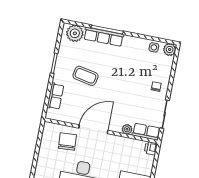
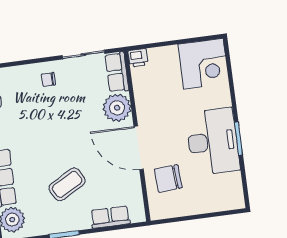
coffee table: (85, 76) -> (67, 184), turned 50
plant: (127, 129) -> (117, 108), width x1.88, depth x1.88

